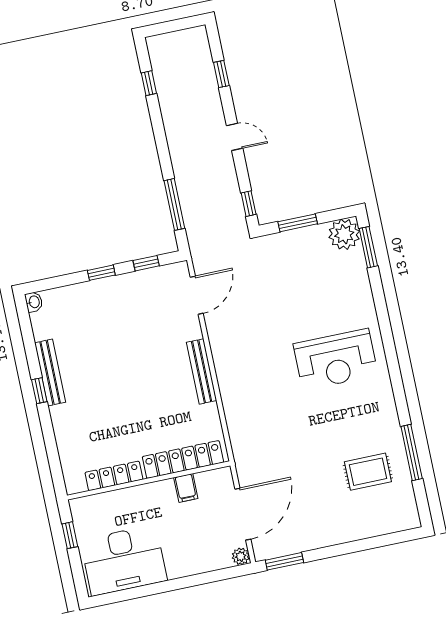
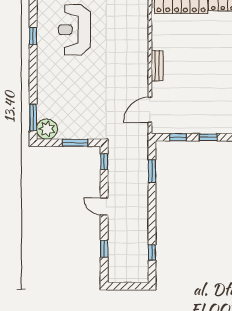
window: (174, 204) -> (152, 171), width x0.69
reception desk: (336, 359) -> (75, 30), moved, turned -90
window: (394, 369) -> (33, 36), added
bench: (202, 371) -> (157, 66), width x0.73

